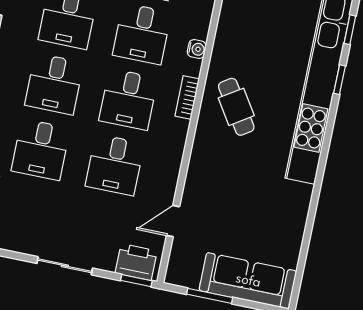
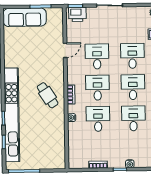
door: (173, 221) -> (65, 50), moved

